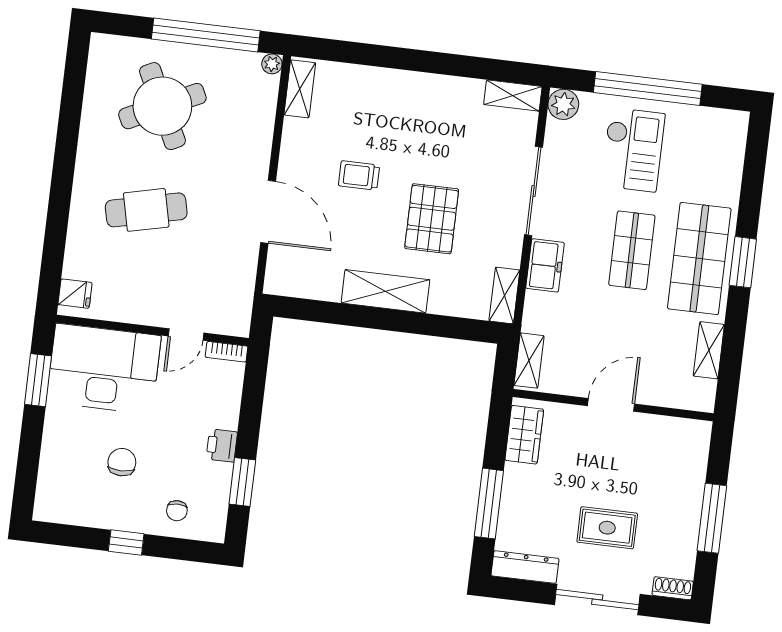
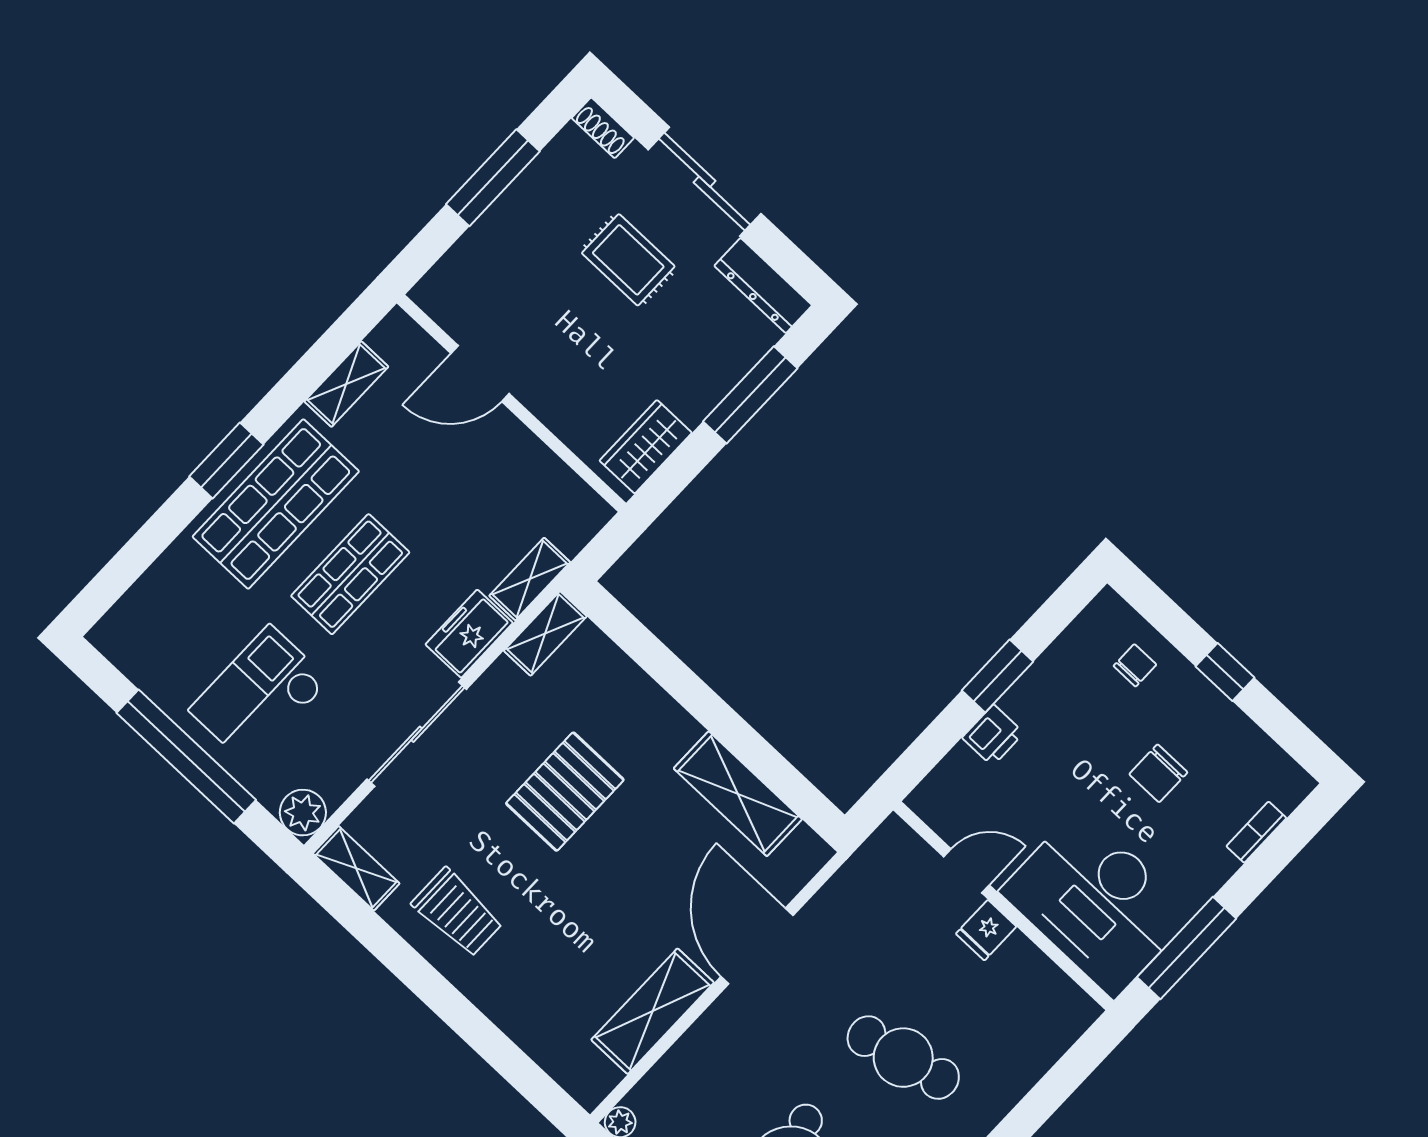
shelving: (300, 89) -> (653, 1011), moved, width x1.50, depth x1.33
trolley: (359, 175) -> (457, 913), moved, width x1.36, depth x1.39
shelving: (385, 291) -> (738, 794), moved
fridge: (75, 294) -> (986, 930), moved, turned -90
bookcase: (227, 352) -> (1256, 832), moved, turned -90
shelving: (529, 361) -> (530, 579), moved
window: (38, 380) -> (1187, 948), width x1.44
door: (611, 405) -> (480, 374), moved
printer: (222, 445) -> (993, 735), moved
window: (242, 482) -> (997, 676), moved

